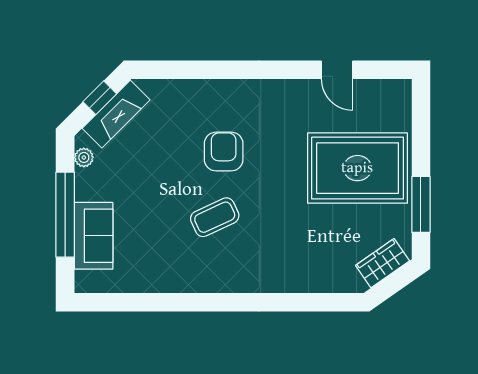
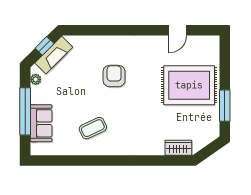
door: (337, 70) -> (178, 30), hinge flipped
coffee table: (215, 217) -> (93, 128), moved
wardrobe: (382, 263) -> (178, 148), moved, turned 35

